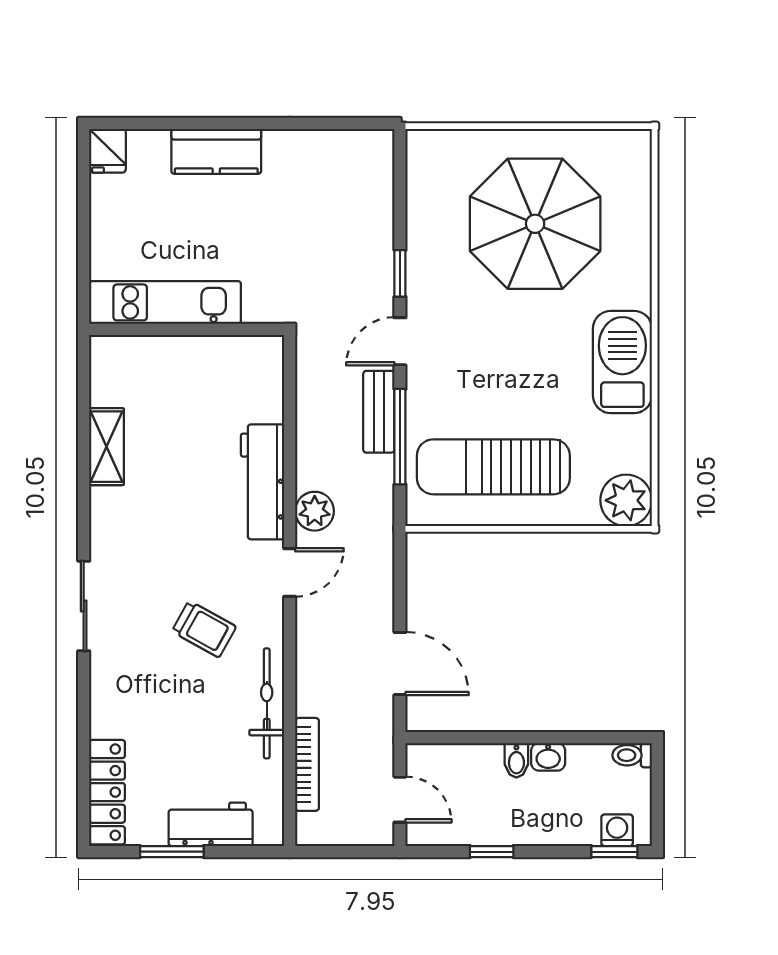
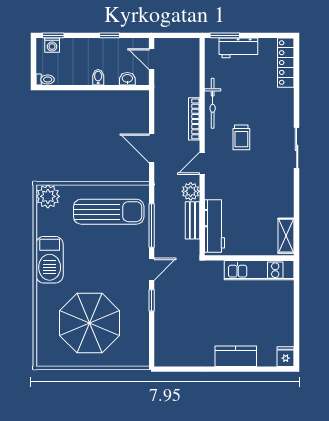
kitchen unit: (165, 302) -> (259, 270), moved
wall: (187, 329) -> (249, 258), moved
bench: (379, 412) -> (192, 220), moved
shelving: (107, 447) -> (286, 236), moved
workbench: (263, 482) -> (215, 226), moved
trolley: (204, 629) -> (241, 137), turned -119
door: (400, 664) -> (152, 148), moved
washbasin: (548, 757) -> (127, 79), moved
bookcase: (307, 764) -> (194, 119), moved
window: (172, 852) -> (225, 35), moved

